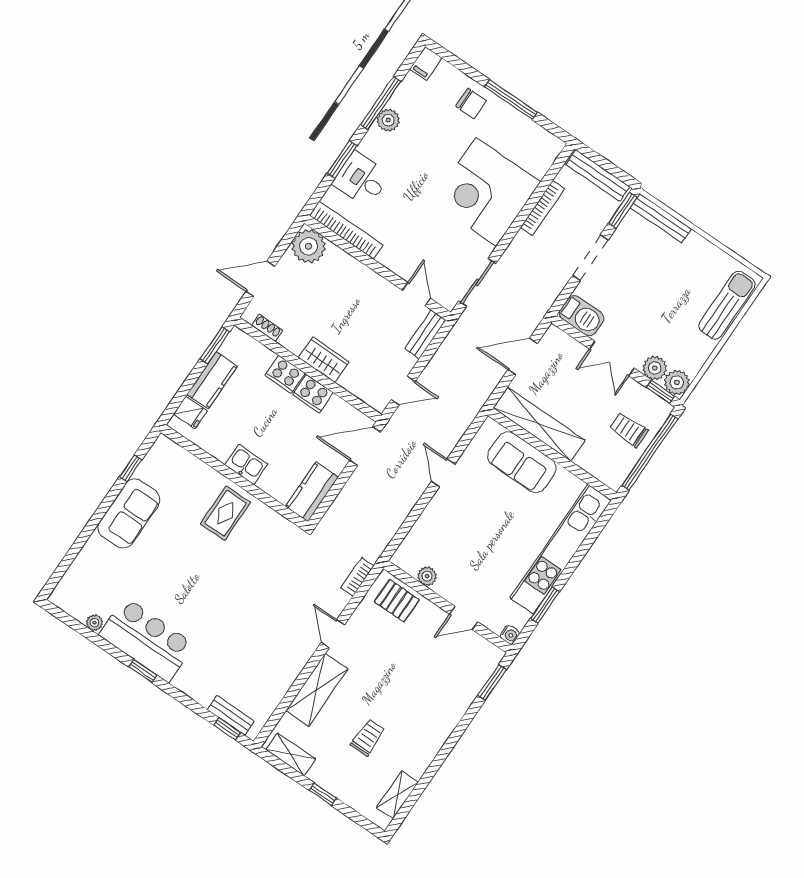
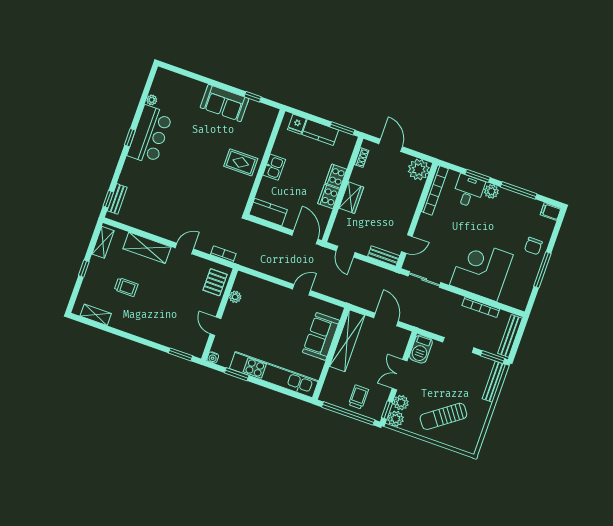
plant: (388, 120) -> (491, 191), moved
sun lounger: (727, 305) -> (443, 416), moved, turned 144

